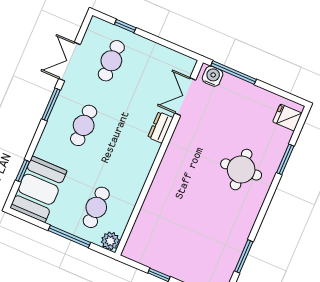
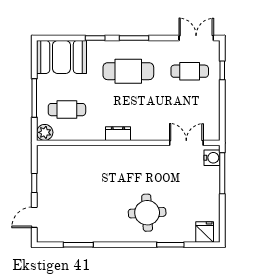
double door: (69, 62) -> (196, 38), moved
cafe table: (84, 125) -> (128, 71), width x1.37, depth x1.35
dresser: (160, 127) -> (118, 134), moved
window: (23, 171) -> (95, 38), moved

